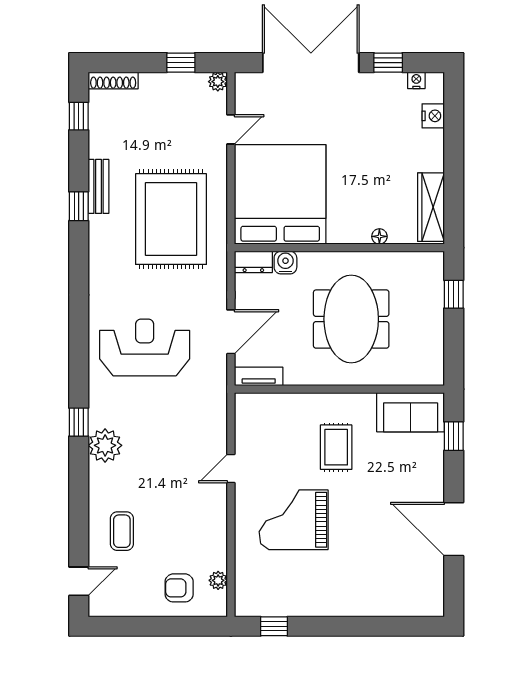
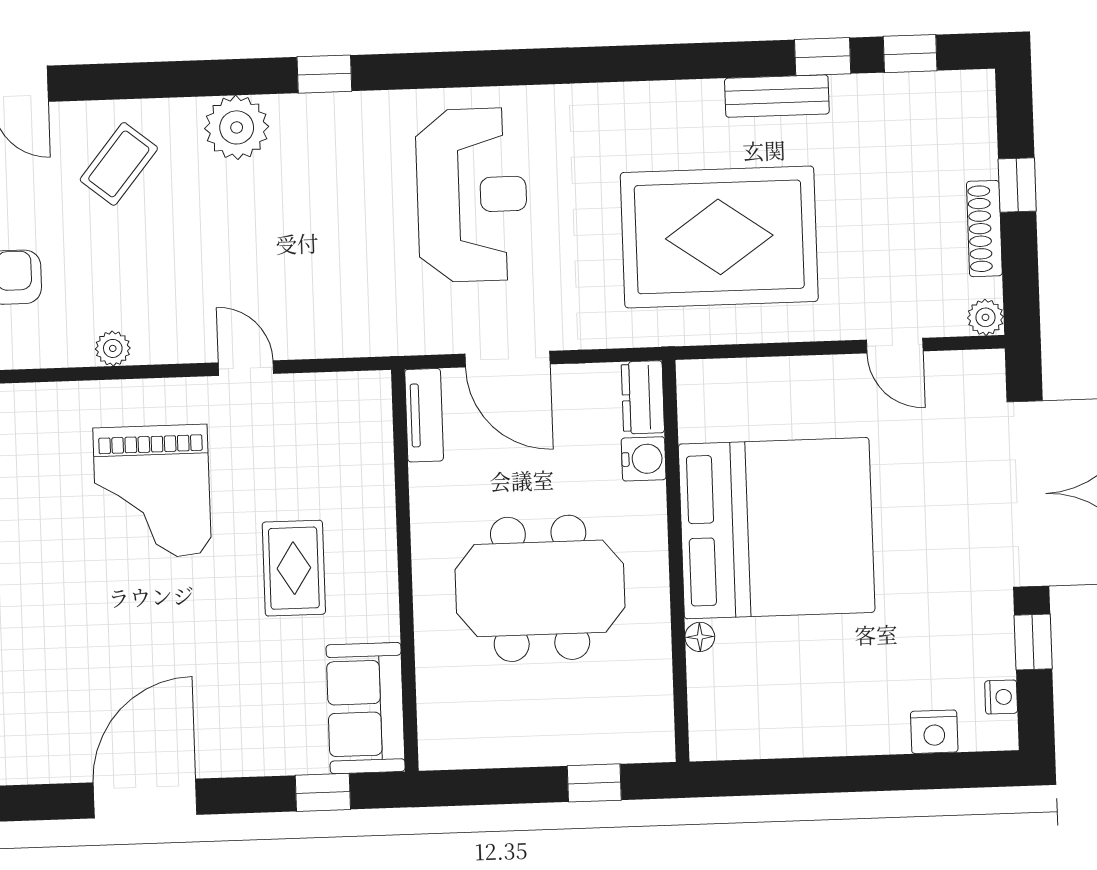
window: (181, 63) -> (1017, 185), moved
shoe rack: (113, 81) -> (984, 229), moved
bed: (280, 194) -> (777, 528), moved
window: (79, 206) -> (823, 57), moved
wardrobe: (431, 207) -> (759, 734), removed
plant: (105, 445) -> (237, 127), moved
rug: (336, 447) -> (294, 568), turned 90
grand piano: (294, 520) -> (152, 492), turned 180
coffee table: (122, 531) -> (119, 164), turned -51
plant: (218, 580) -> (113, 348), moved

